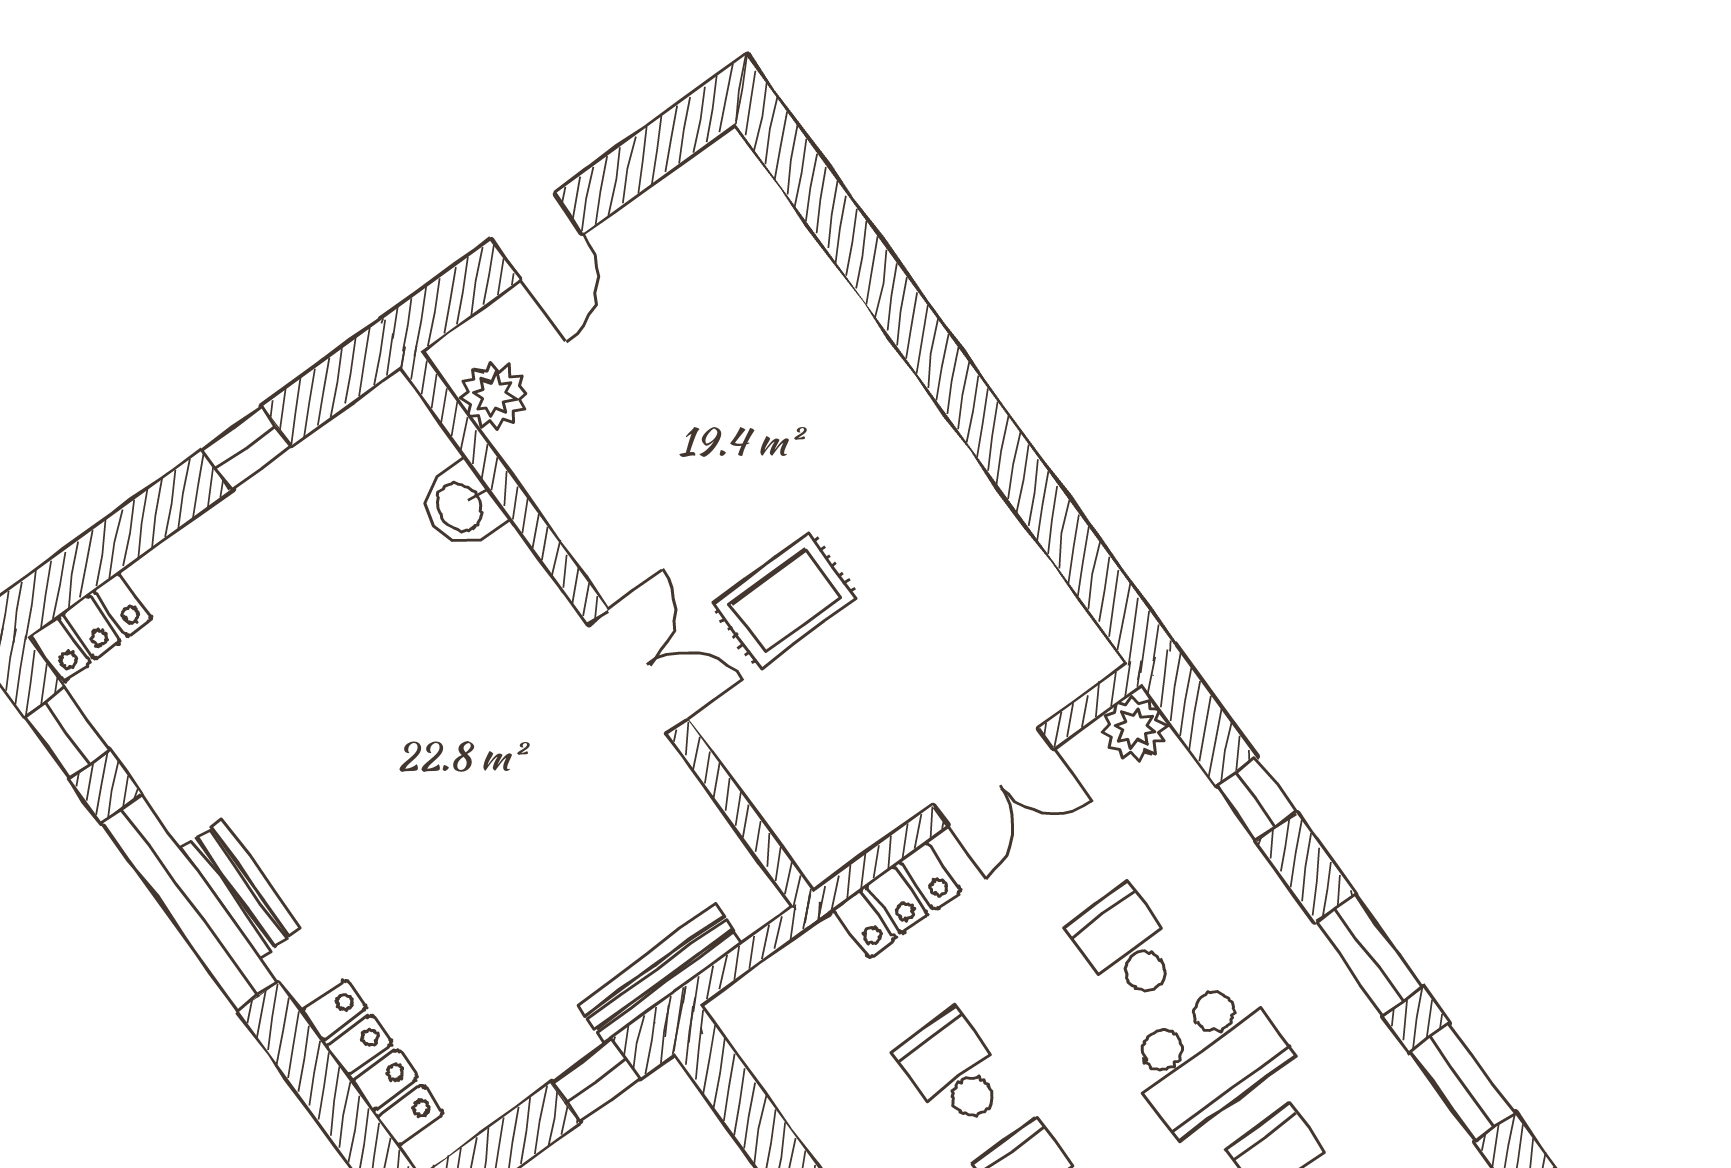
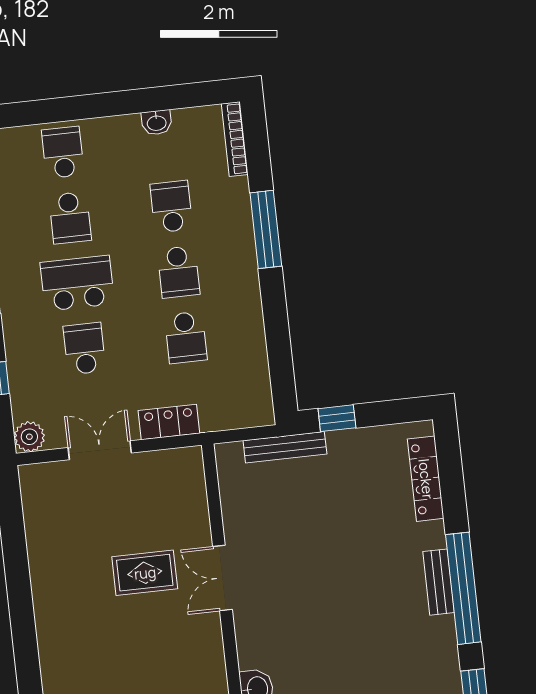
school desk: (1126, 945) -> (84, 349), turned 180

